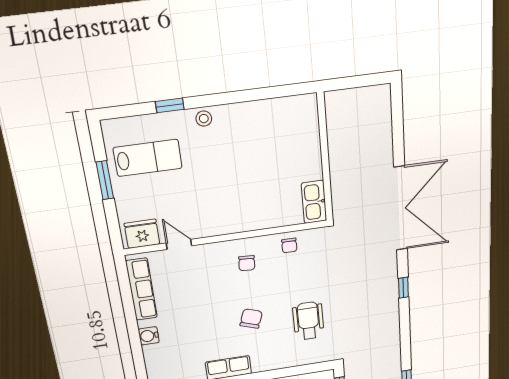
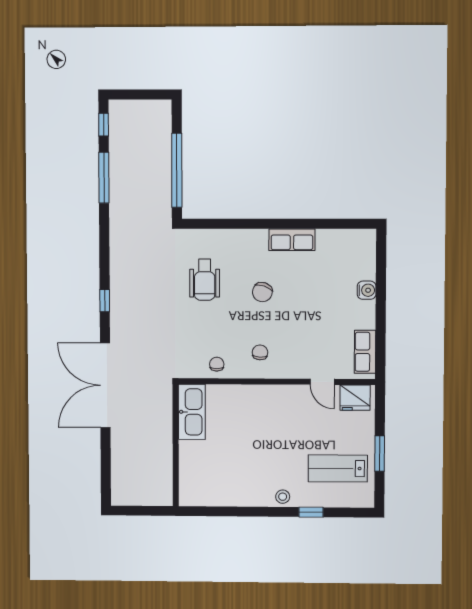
kitchen sink: (314, 202) -> (192, 412), width x1.36, depth x1.24
row of seats: (142, 289) -> (365, 352), width x0.68

